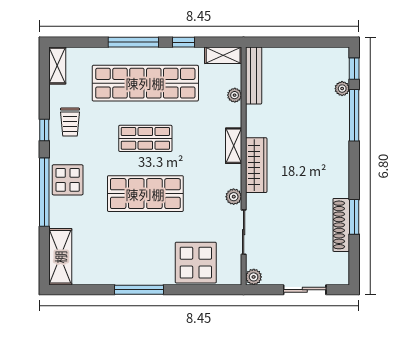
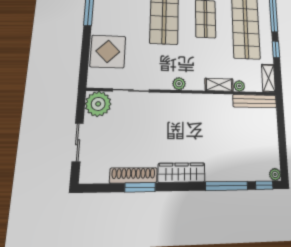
plant: (342, 89) -> (275, 174), moved
shelving: (234, 146) -> (219, 85), moved
wardrobe: (256, 165) -> (182, 173), moved, turned 180
plant: (234, 197) -> (179, 84), moved
plant: (254, 277) -> (98, 104), width x1.88, depth x1.88

